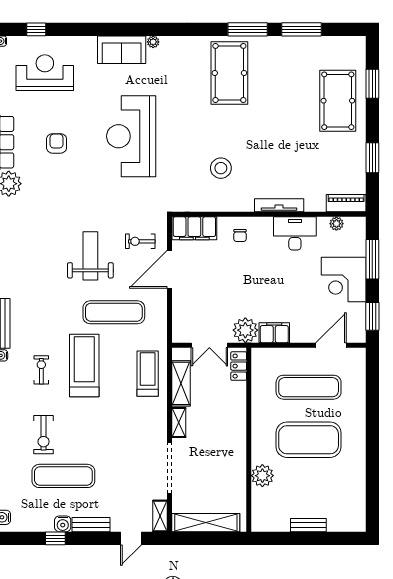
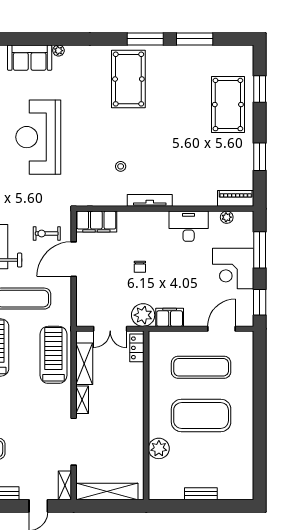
stool: (221, 168) -> (121, 166), width x0.53, depth x0.53
tv unit: (279, 205) -> (150, 200), moved
chair: (240, 236) -> (140, 267), moved
treadmill: (148, 374) -> (53, 355), width x1.37, depth x1.38

